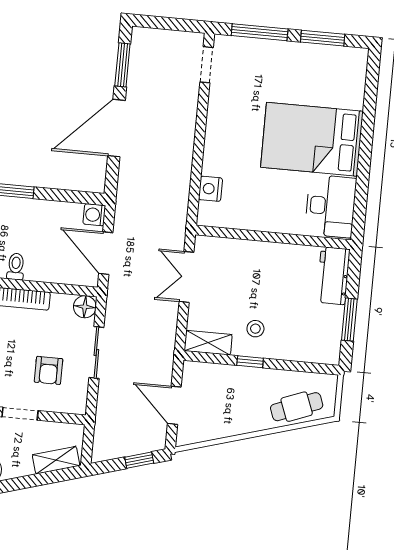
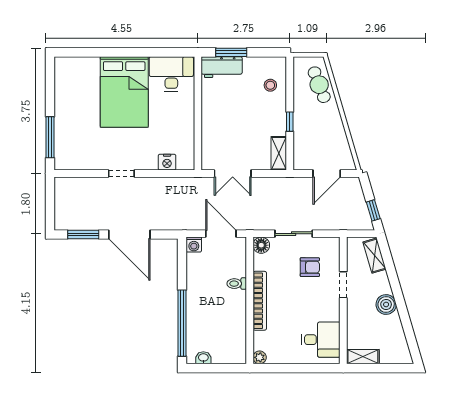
window: (323, 38) -> (50, 91), removed
doorway: (207, 65) -> (121, 173), moved
door: (106, 253) -> (221, 234), swing flipped
toilet: (16, 266) -> (237, 284), moved
window: (349, 320) -> (231, 52), moved
stool: (255, 329) -> (270, 85), moved
window: (139, 460) -> (373, 210), moved

